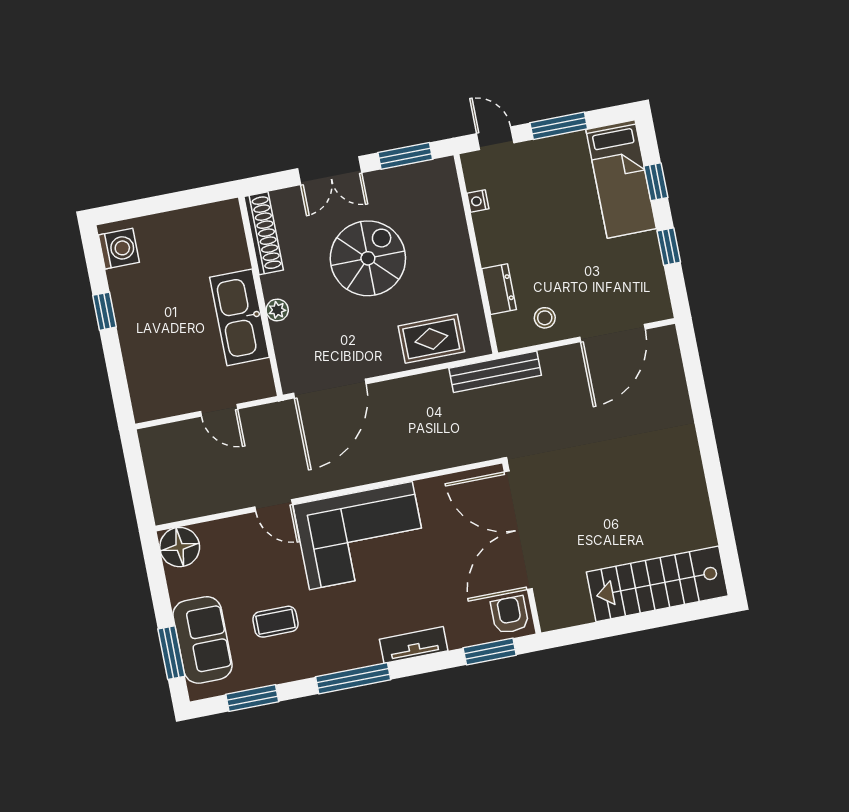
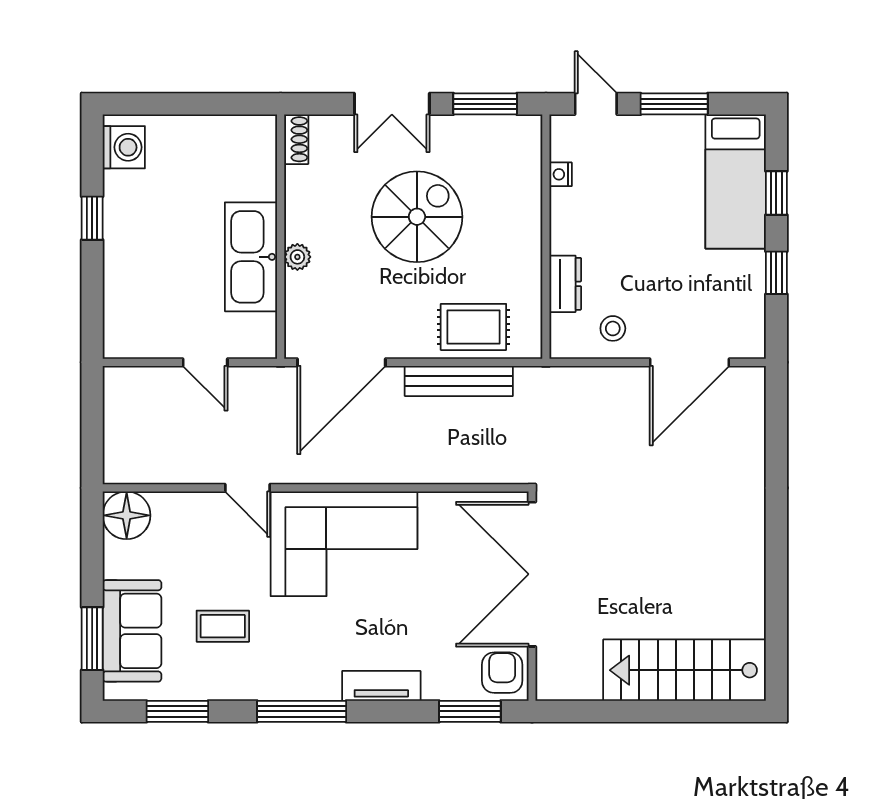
shoe rack: (264, 233) -> (296, 139), width x0.51, depth x0.81
bench: (495, 372) -> (459, 381), moved

